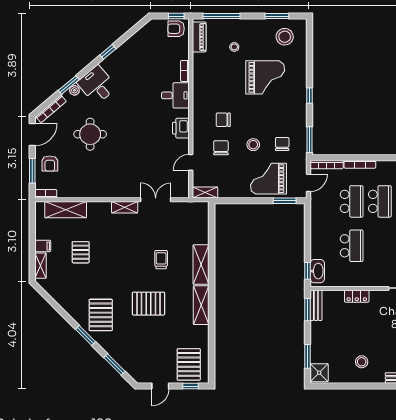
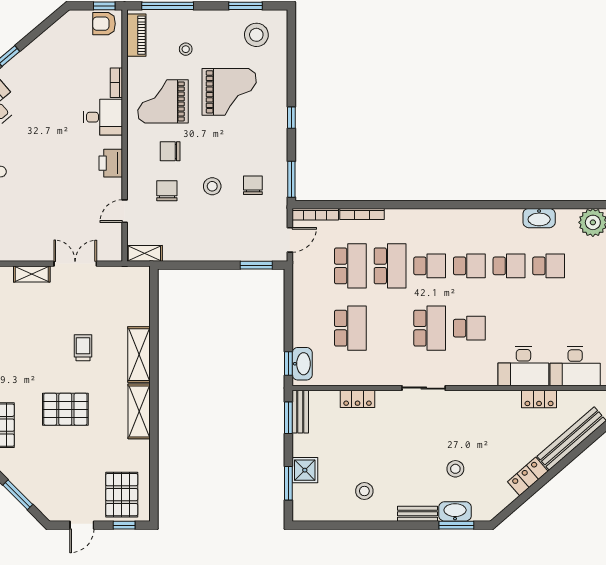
grand piano: (269, 179) -> (163, 101), moved
shower: (319, 373) -> (305, 470), moved

